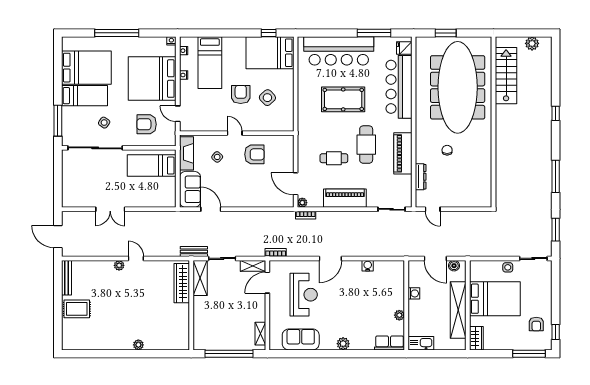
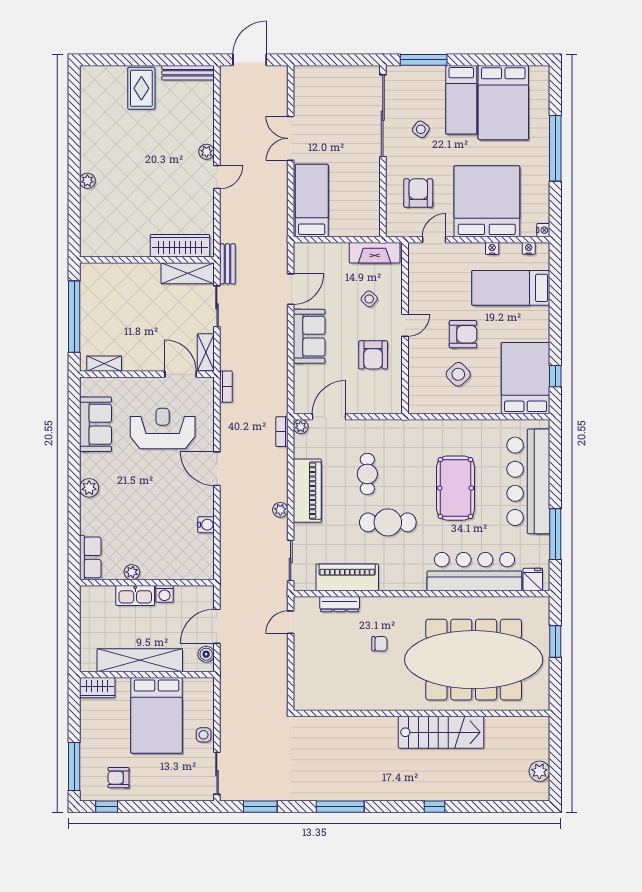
stairs: (506, 76) -> (441, 732), moved
piano: (403, 153) -> (347, 577), moved
bed: (152, 166) -> (312, 200), moved
sofa: (190, 189) -> (309, 336), moved, turned -90
plant: (358, 216) -> (280, 510), added
reception desk: (304, 295) -> (163, 429), turned 180
kitchen sink: (421, 343) -> (135, 595), moved, turned 90

